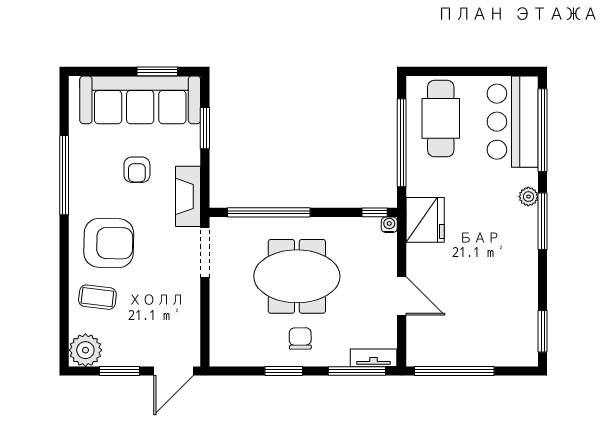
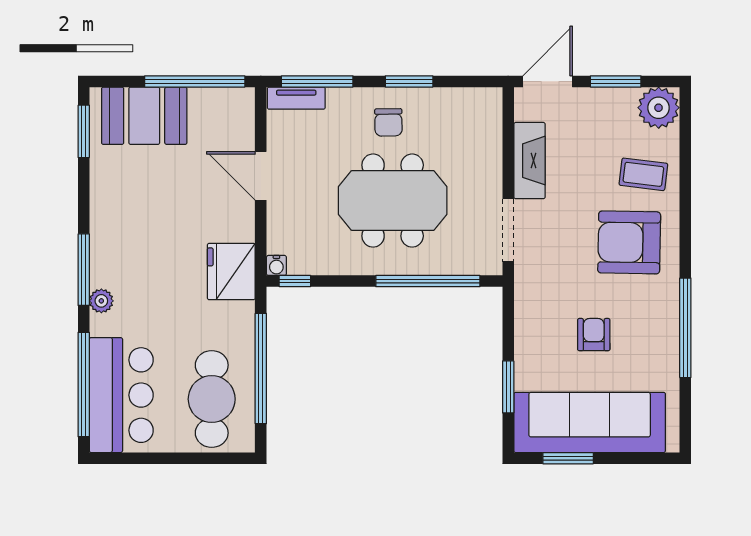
fireplace: (188, 196) -> (529, 161), moved
booth: (494, 344) -> (144, 116), added

